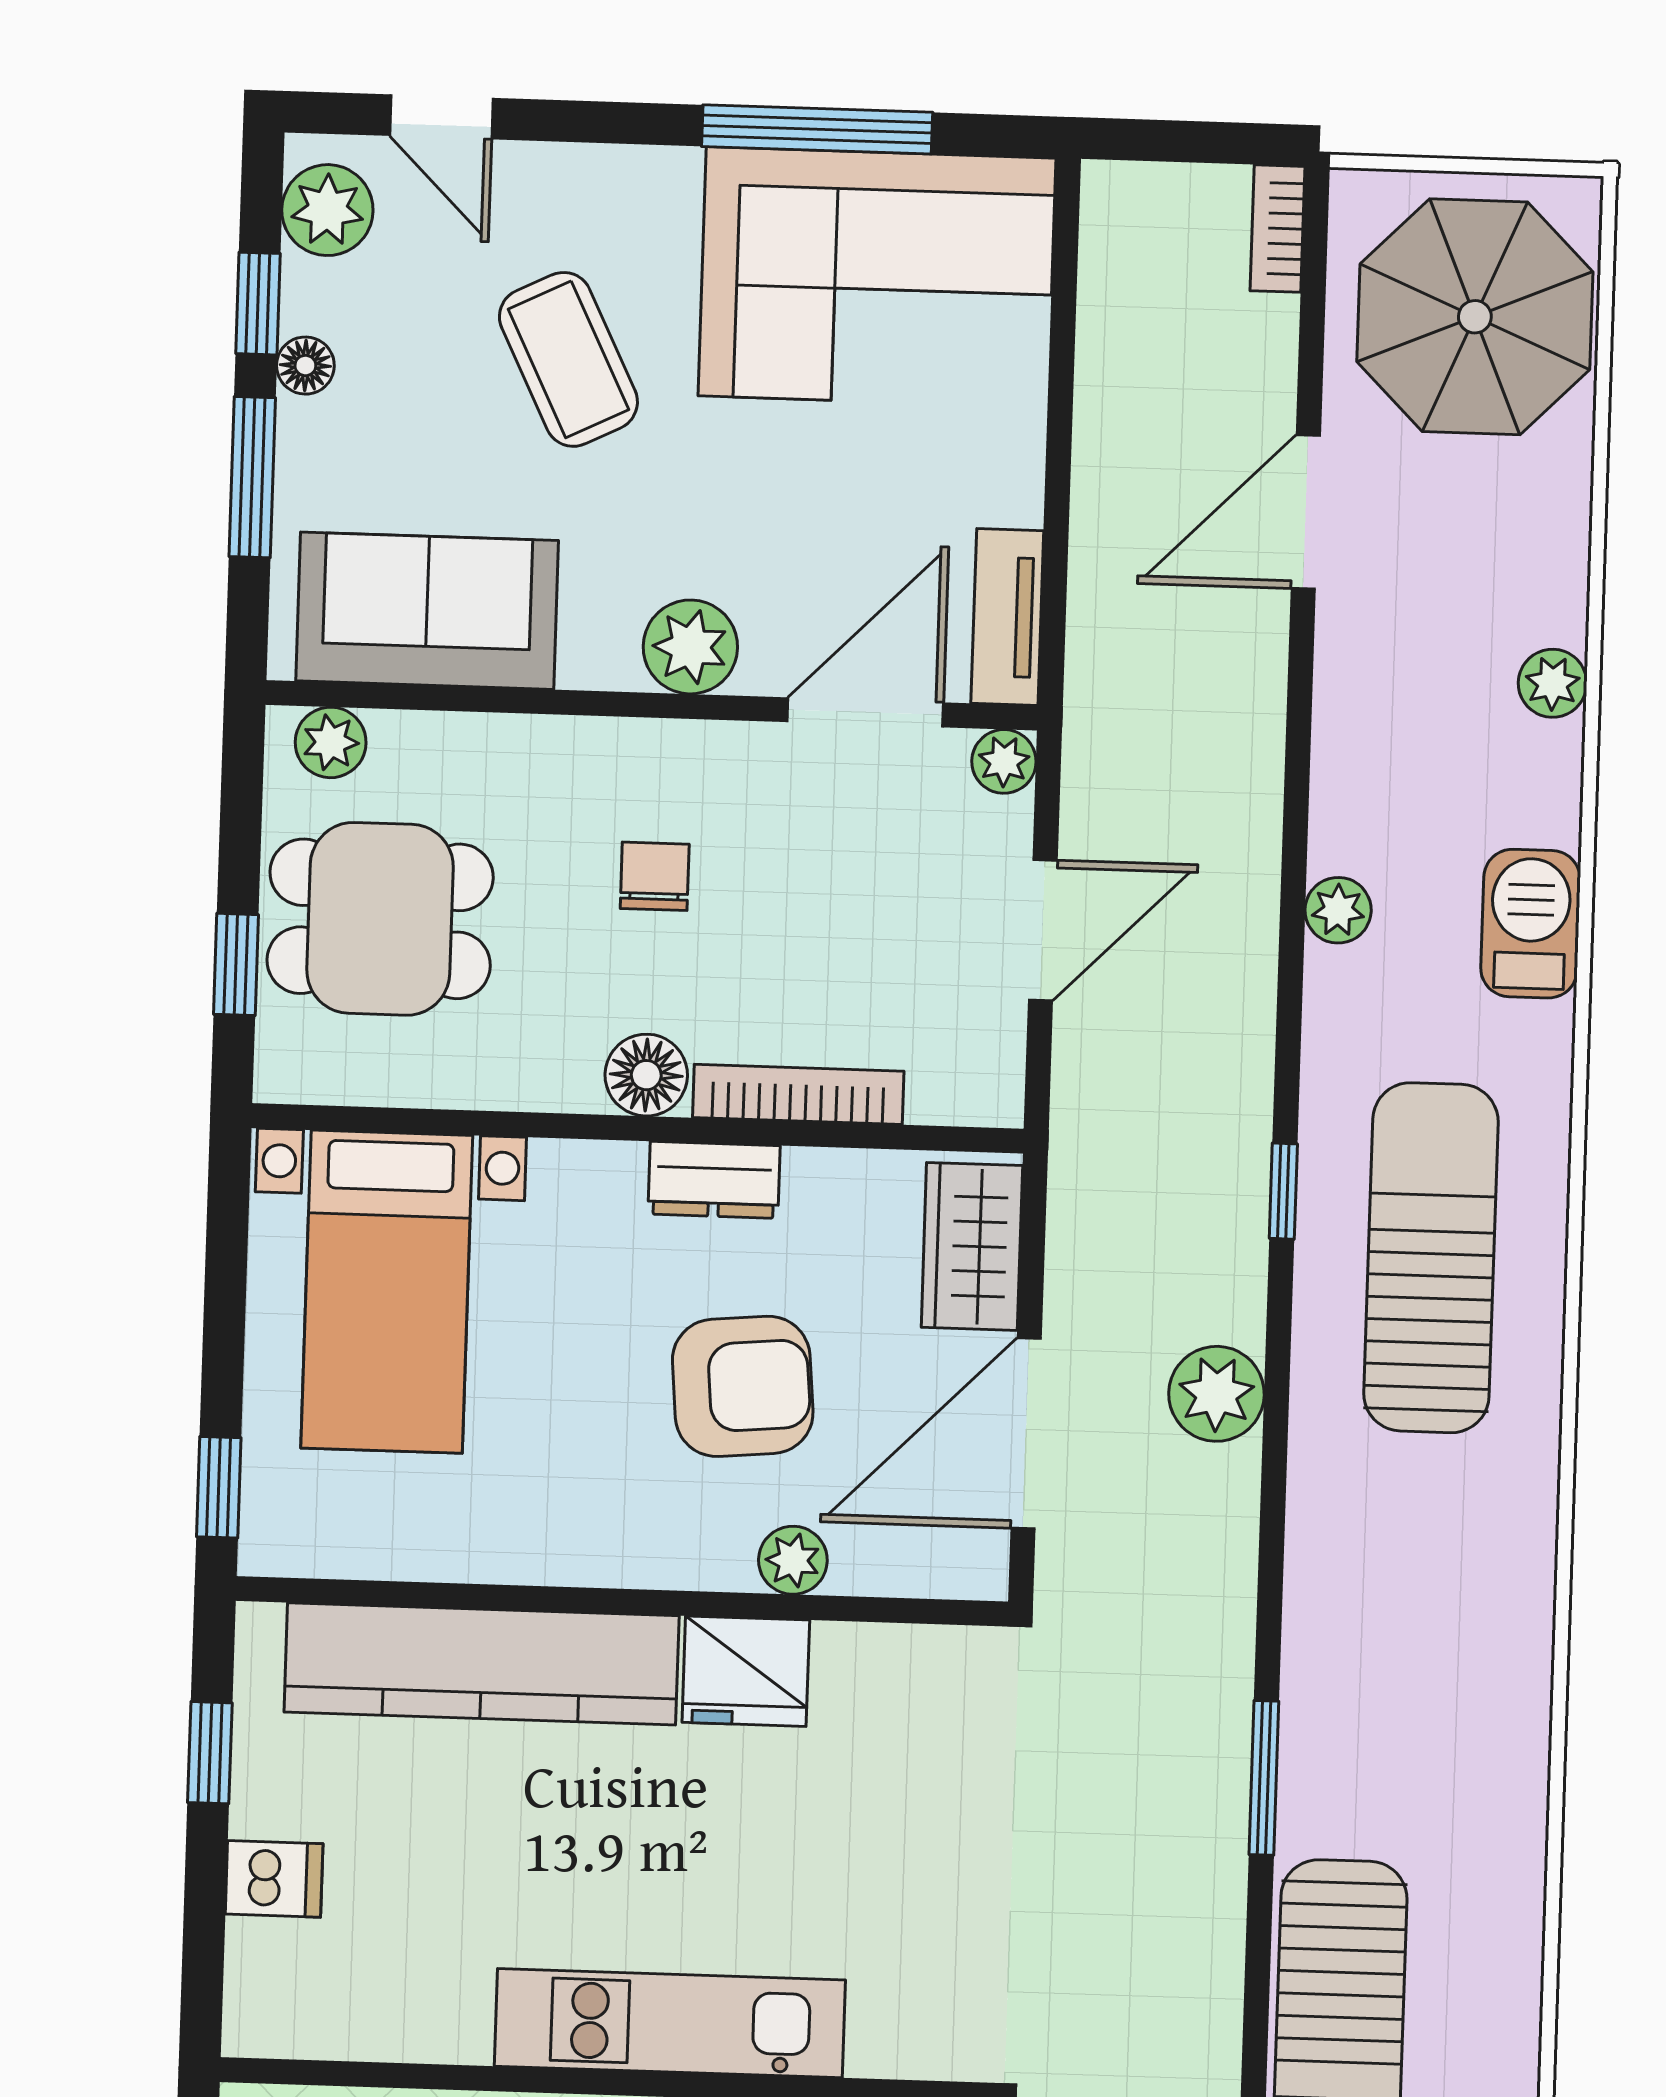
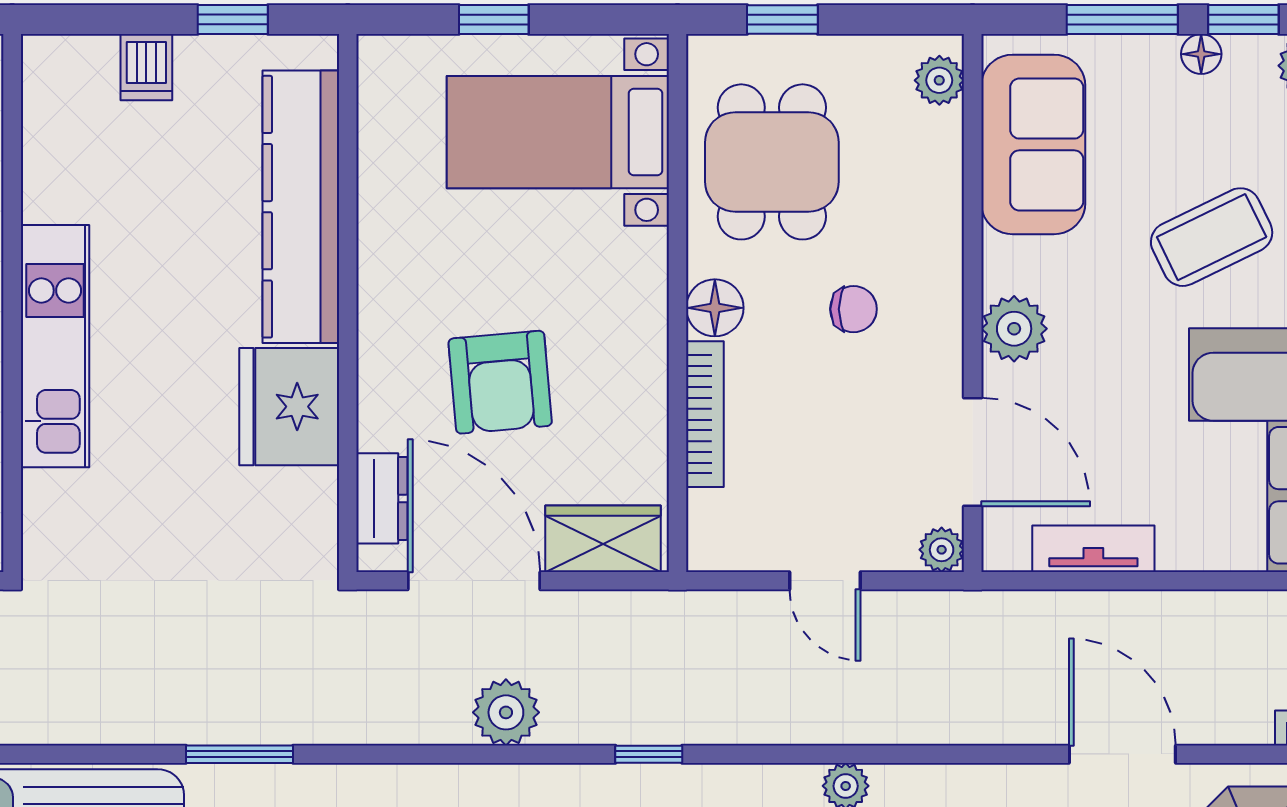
tv unit: (1007, 617) -> (1093, 549), moved
dining table: (380, 919) -> (772, 162), moved
door: (1043, 930) -> (825, 581), width x0.73
dresser: (714, 1180) -> (382, 498), moved, turned 180
window: (219, 1487) -> (494, 20), moved
plant: (793, 1560) -> (380, 421), removed
fridge: (746, 1671) -> (289, 407), width x1.36, depth x1.34

